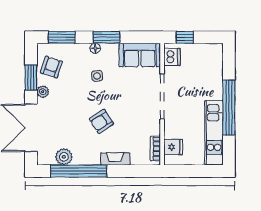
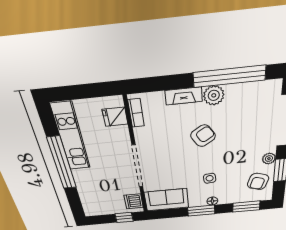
plant: (64, 157) -> (214, 95), moved

